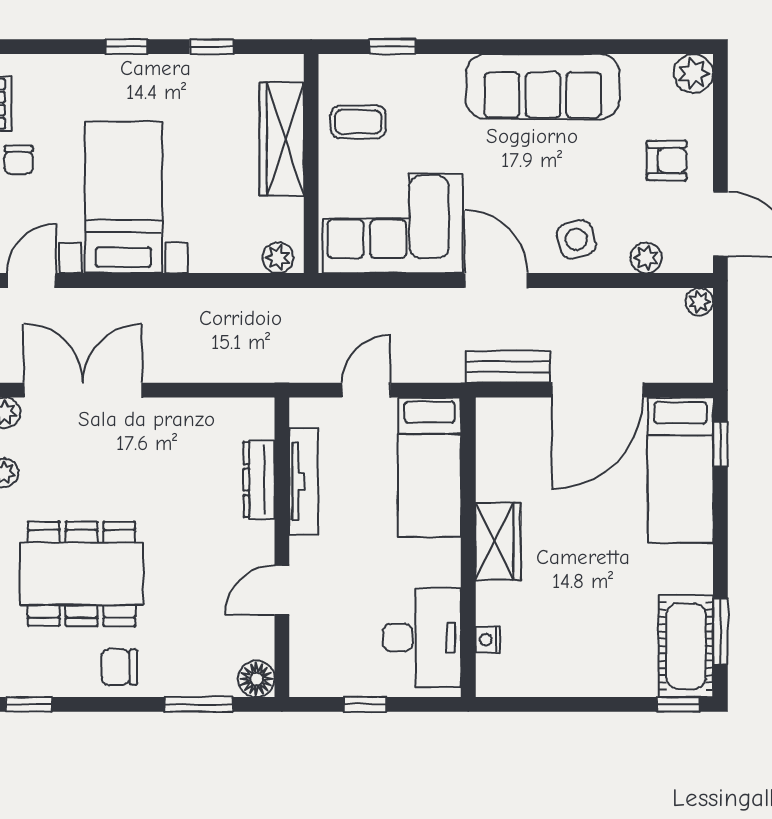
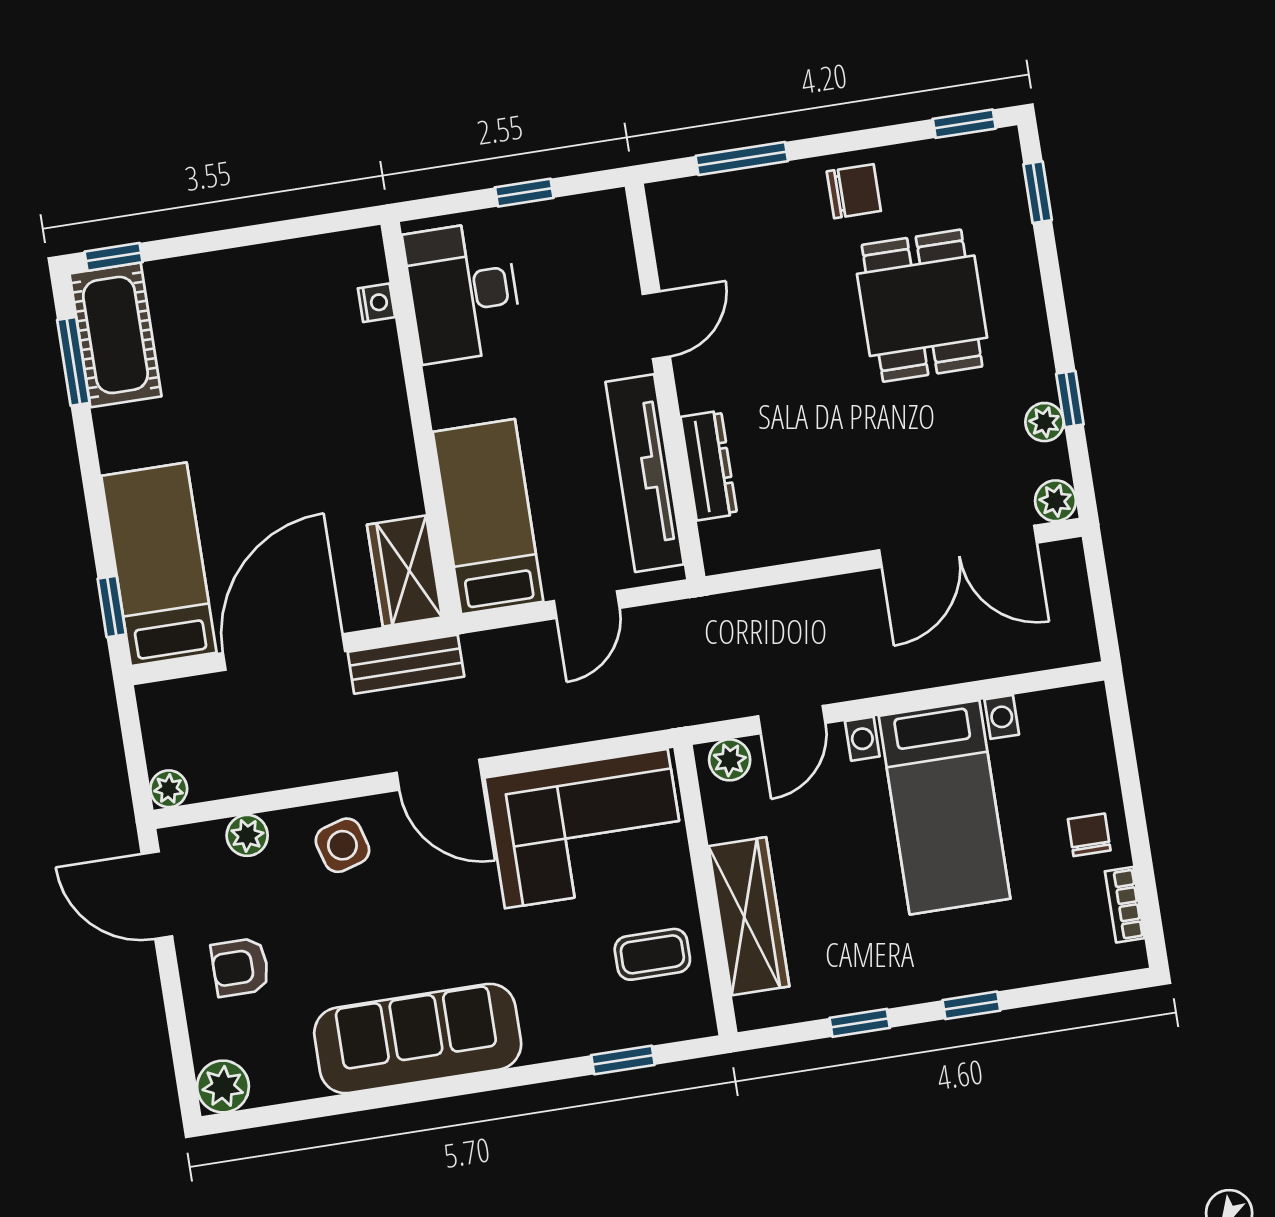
door: (31, 281) -> (792, 720), moved
tv unit: (304, 481) -> (645, 473), width x1.36, depth x1.29
wardrobe: (498, 541) -> (404, 571), moved
dining table: (82, 574) -> (922, 306), width x0.73
floor lamp: (256, 679) -> (672, 204), removed

